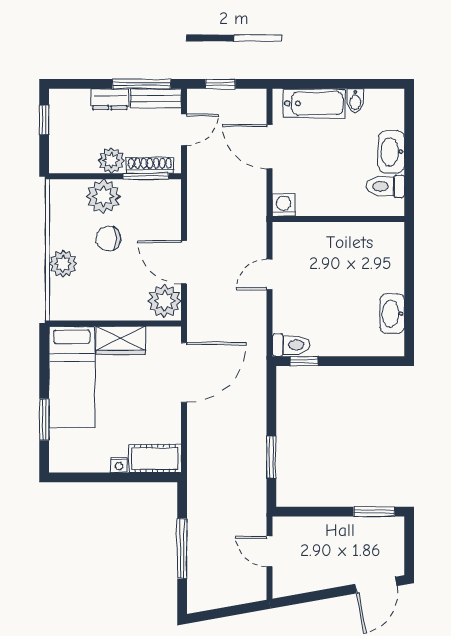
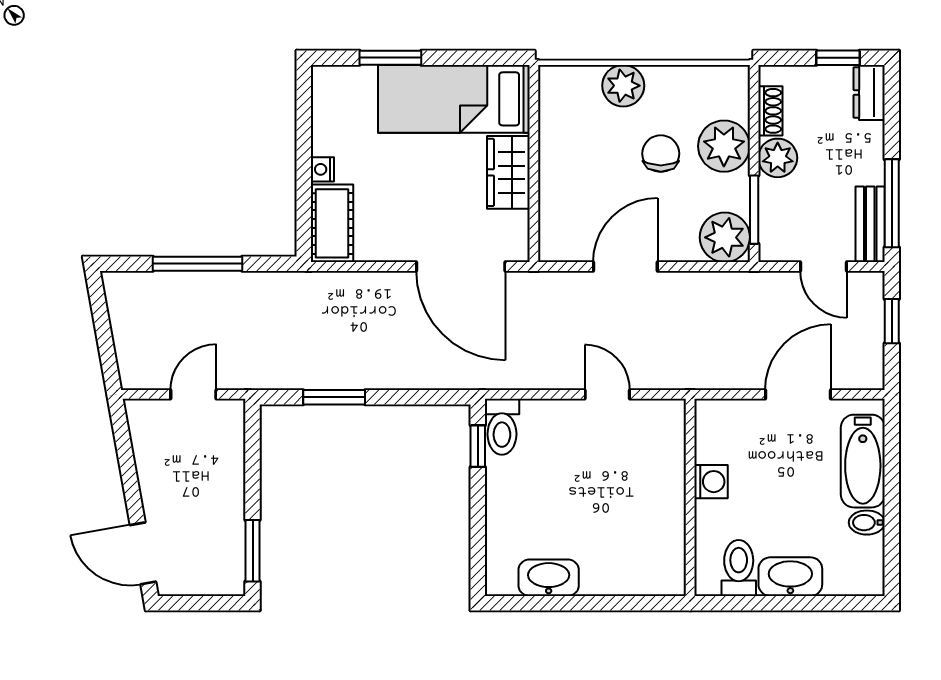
dresser: (110, 99) -> (869, 92), moved
shoe rack: (150, 165) -> (770, 111), moved, width x0.70
washing machine: (283, 205) -> (711, 482), moved
plant: (164, 301) -> (725, 237), moved

